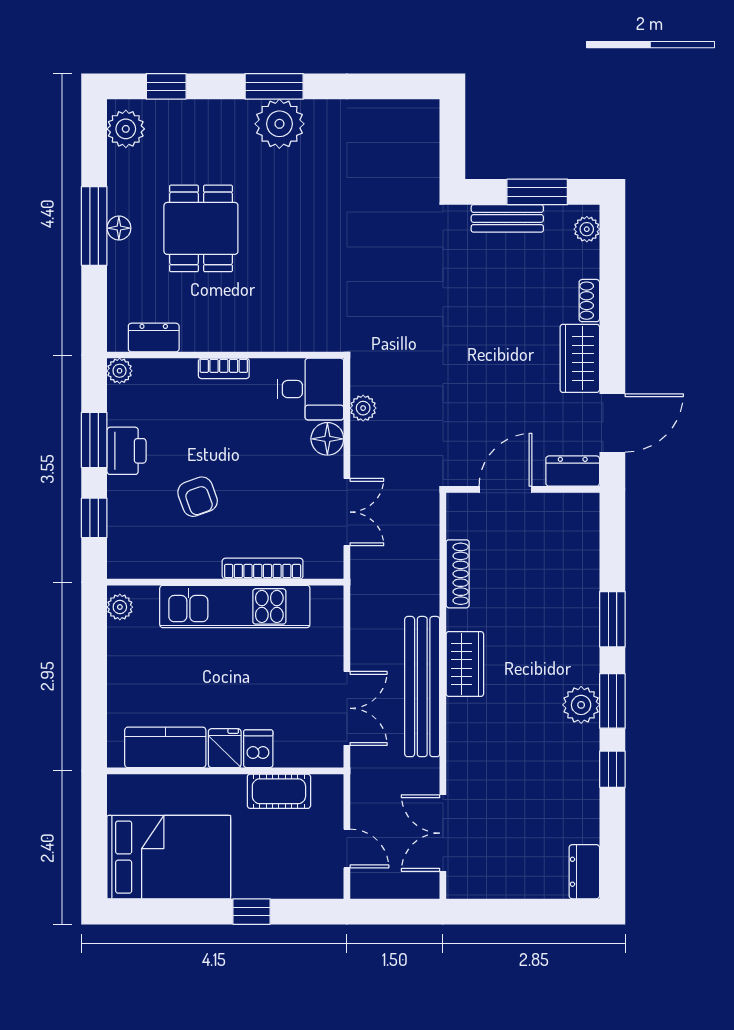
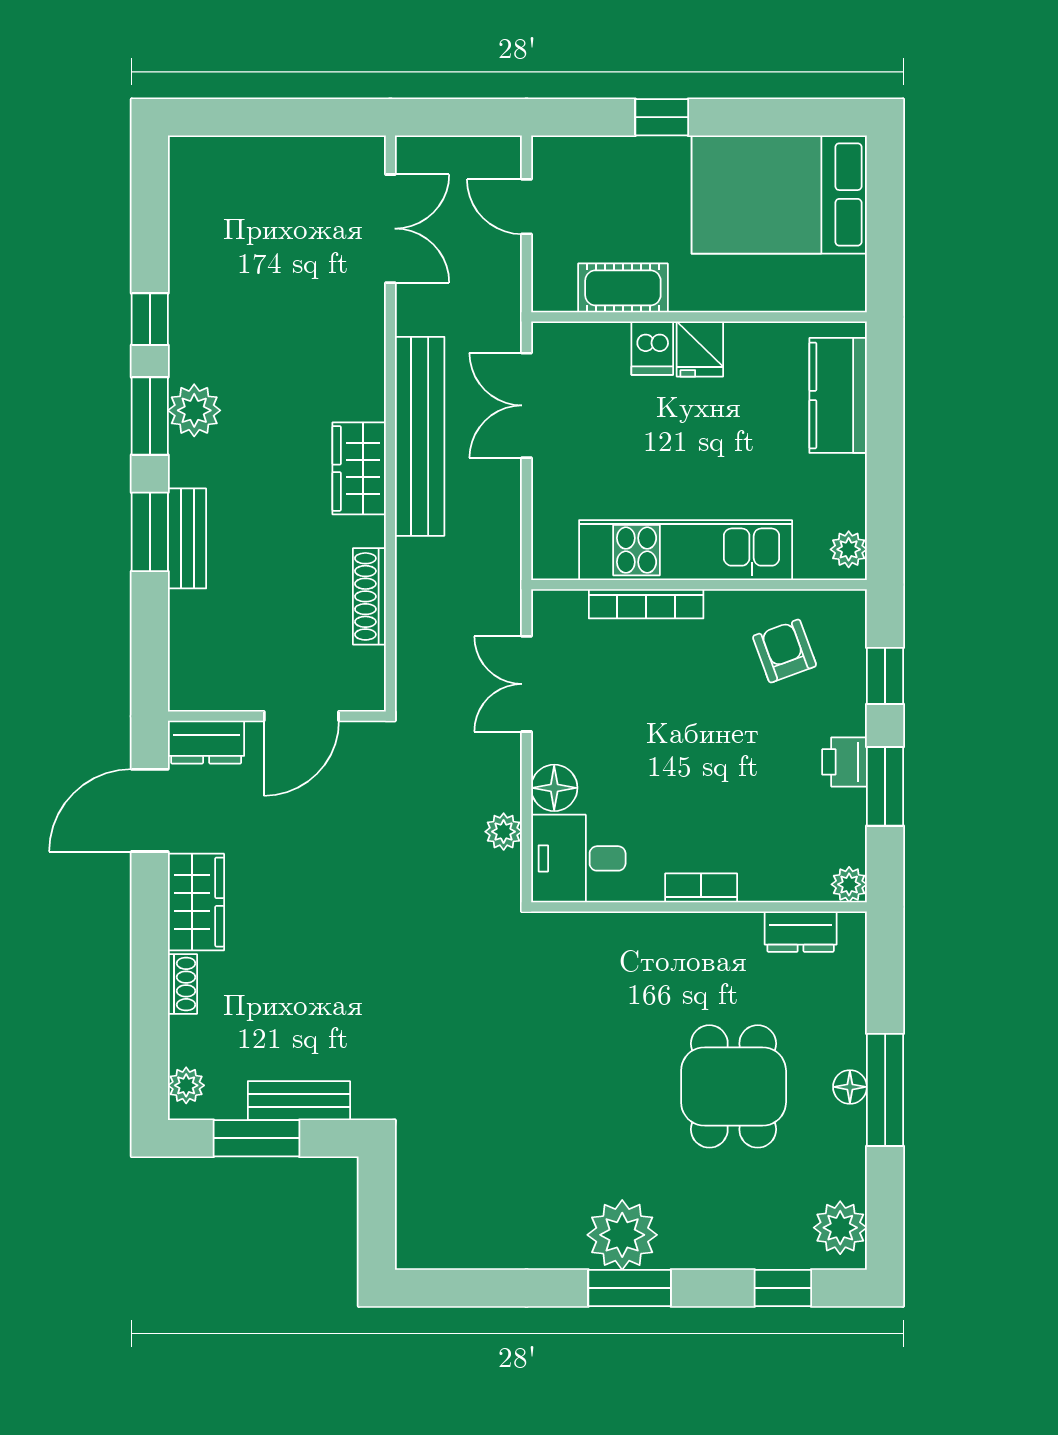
printer: (127, 451) -> (845, 762), width x0.73, depth x0.81
armchair: (198, 497) -> (785, 651), moved
bench: (586, 615) -> (187, 538), added
kitchen counter: (165, 747) -> (838, 395), moved, turned 90
dresser: (584, 872) -> (190, 174), removed

